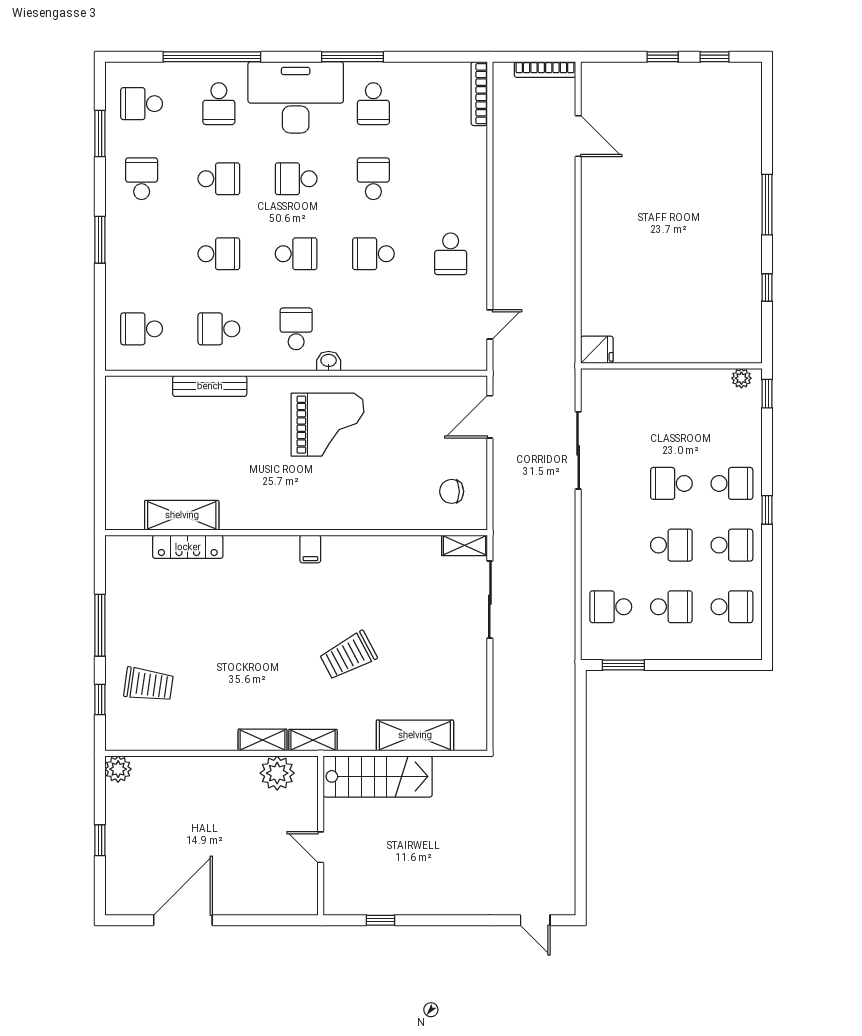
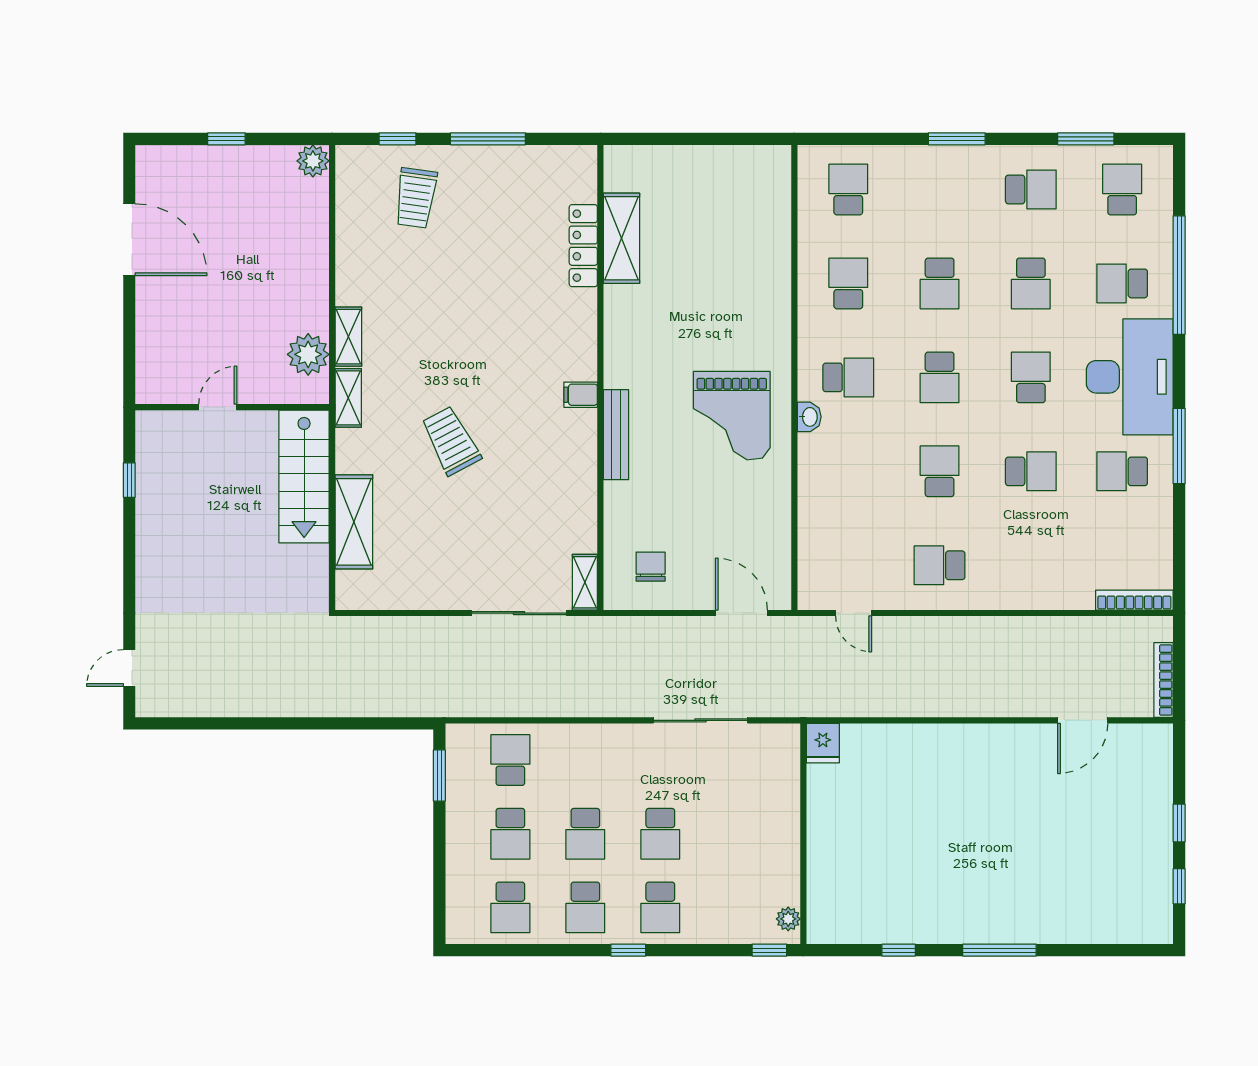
bench: (210, 386) -> (616, 435), moved
school desk: (671, 483) -> (660, 834), turned 180

